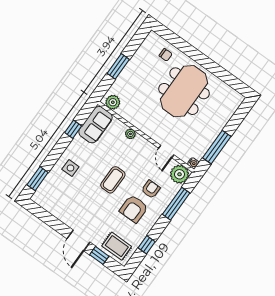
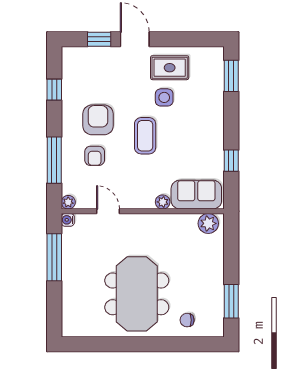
window: (118, 66) -> (231, 301), moved
sofa: (95, 125) -> (196, 195), moved, turned 90
side table: (70, 168) -> (164, 97), moved
plant: (180, 174) -> (68, 202), width x0.53, depth x0.53
rug: (117, 246) -> (170, 68), moved

